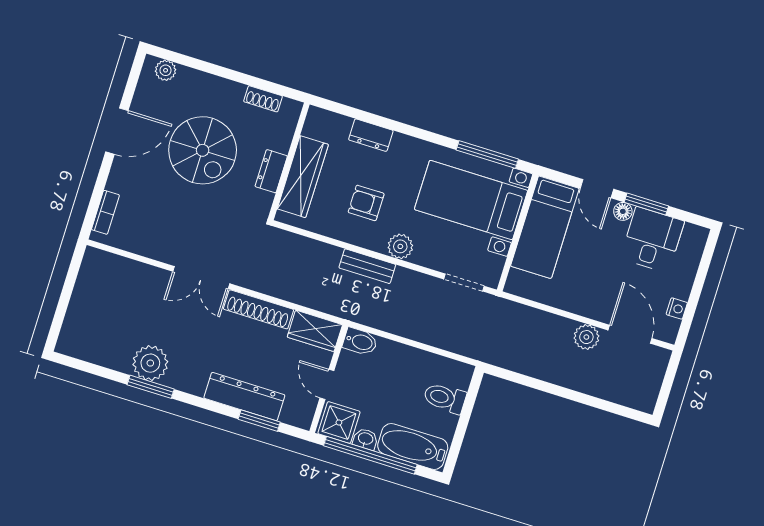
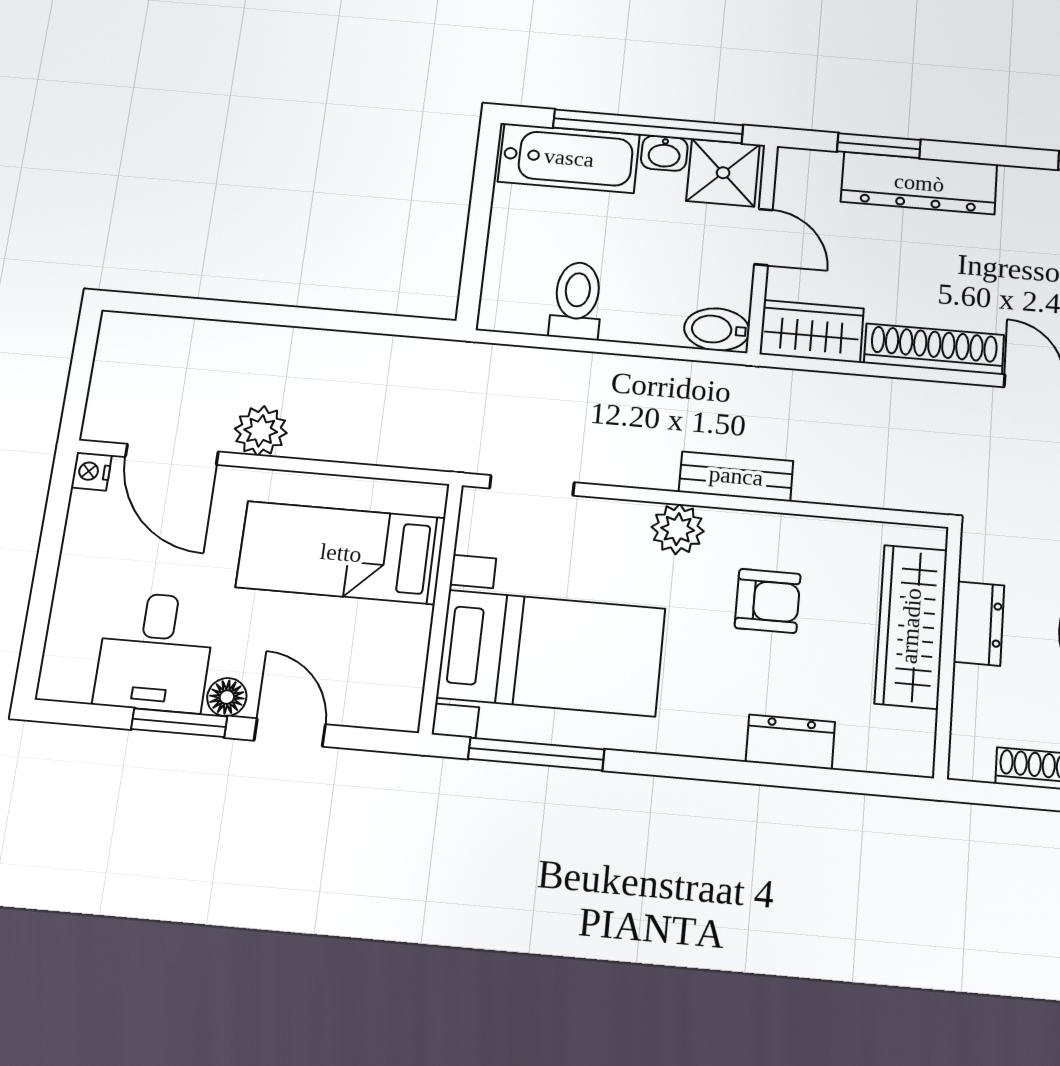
bed: (545, 227) -> (341, 553), moved, turned -90
nightstand: (677, 309) -> (91, 471), moved
toilet: (445, 398) -> (577, 300), moved, turned -90

